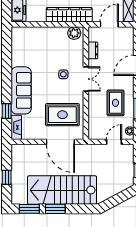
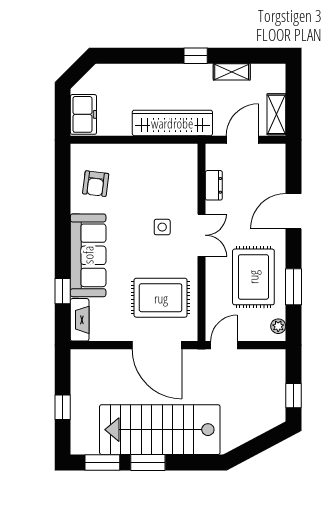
plant: (74, 33) -> (181, 155), removed
armchair: (25, 50) -> (96, 184), added
rug: (116, 103) -> (253, 277), width x1.36, depth x1.43
door: (114, 142) -> (224, 345), moved

